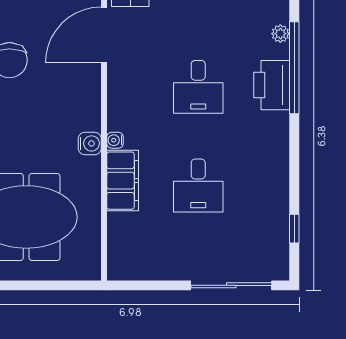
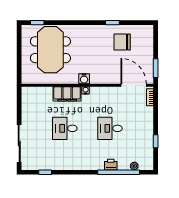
printer: (272, 85) -> (111, 165), width x0.53, depth x0.68

